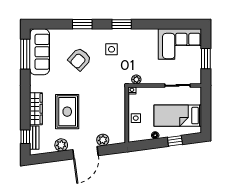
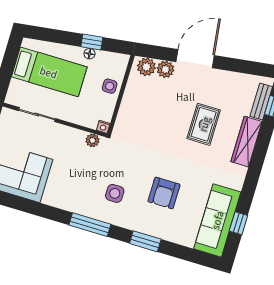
window: (122, 24) -> (90, 225), width x1.44
window: (25, 54) -> (238, 223), width x0.46
armchair: (80, 59) -> (164, 193), turned 138
rug: (67, 112) -> (204, 124), width x0.73, depth x0.70
window: (175, 141) -> (92, 42), moved
plant: (61, 145) -> (146, 67), moved

